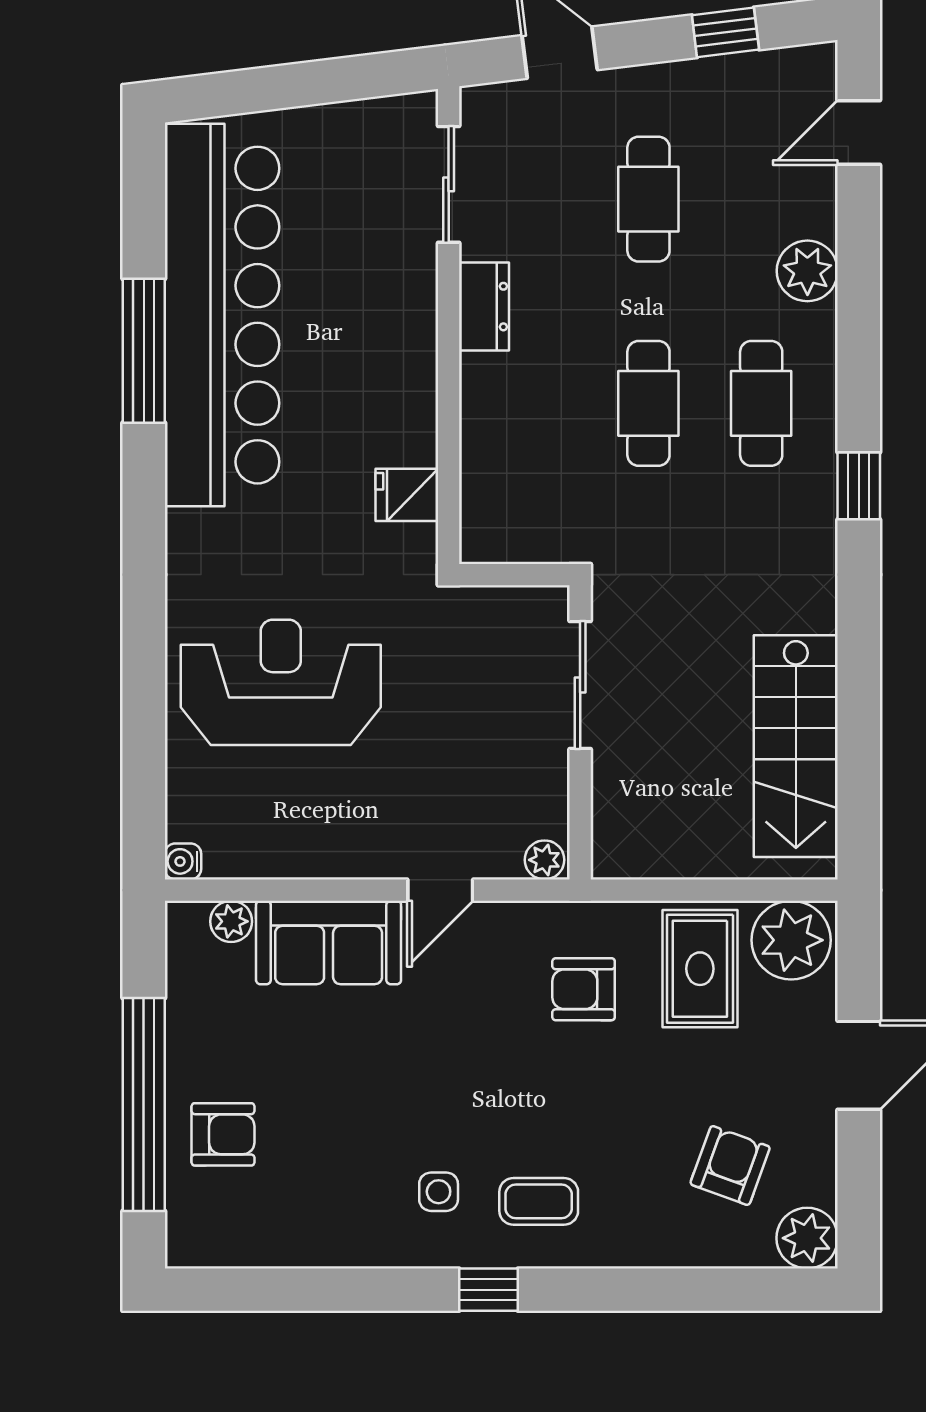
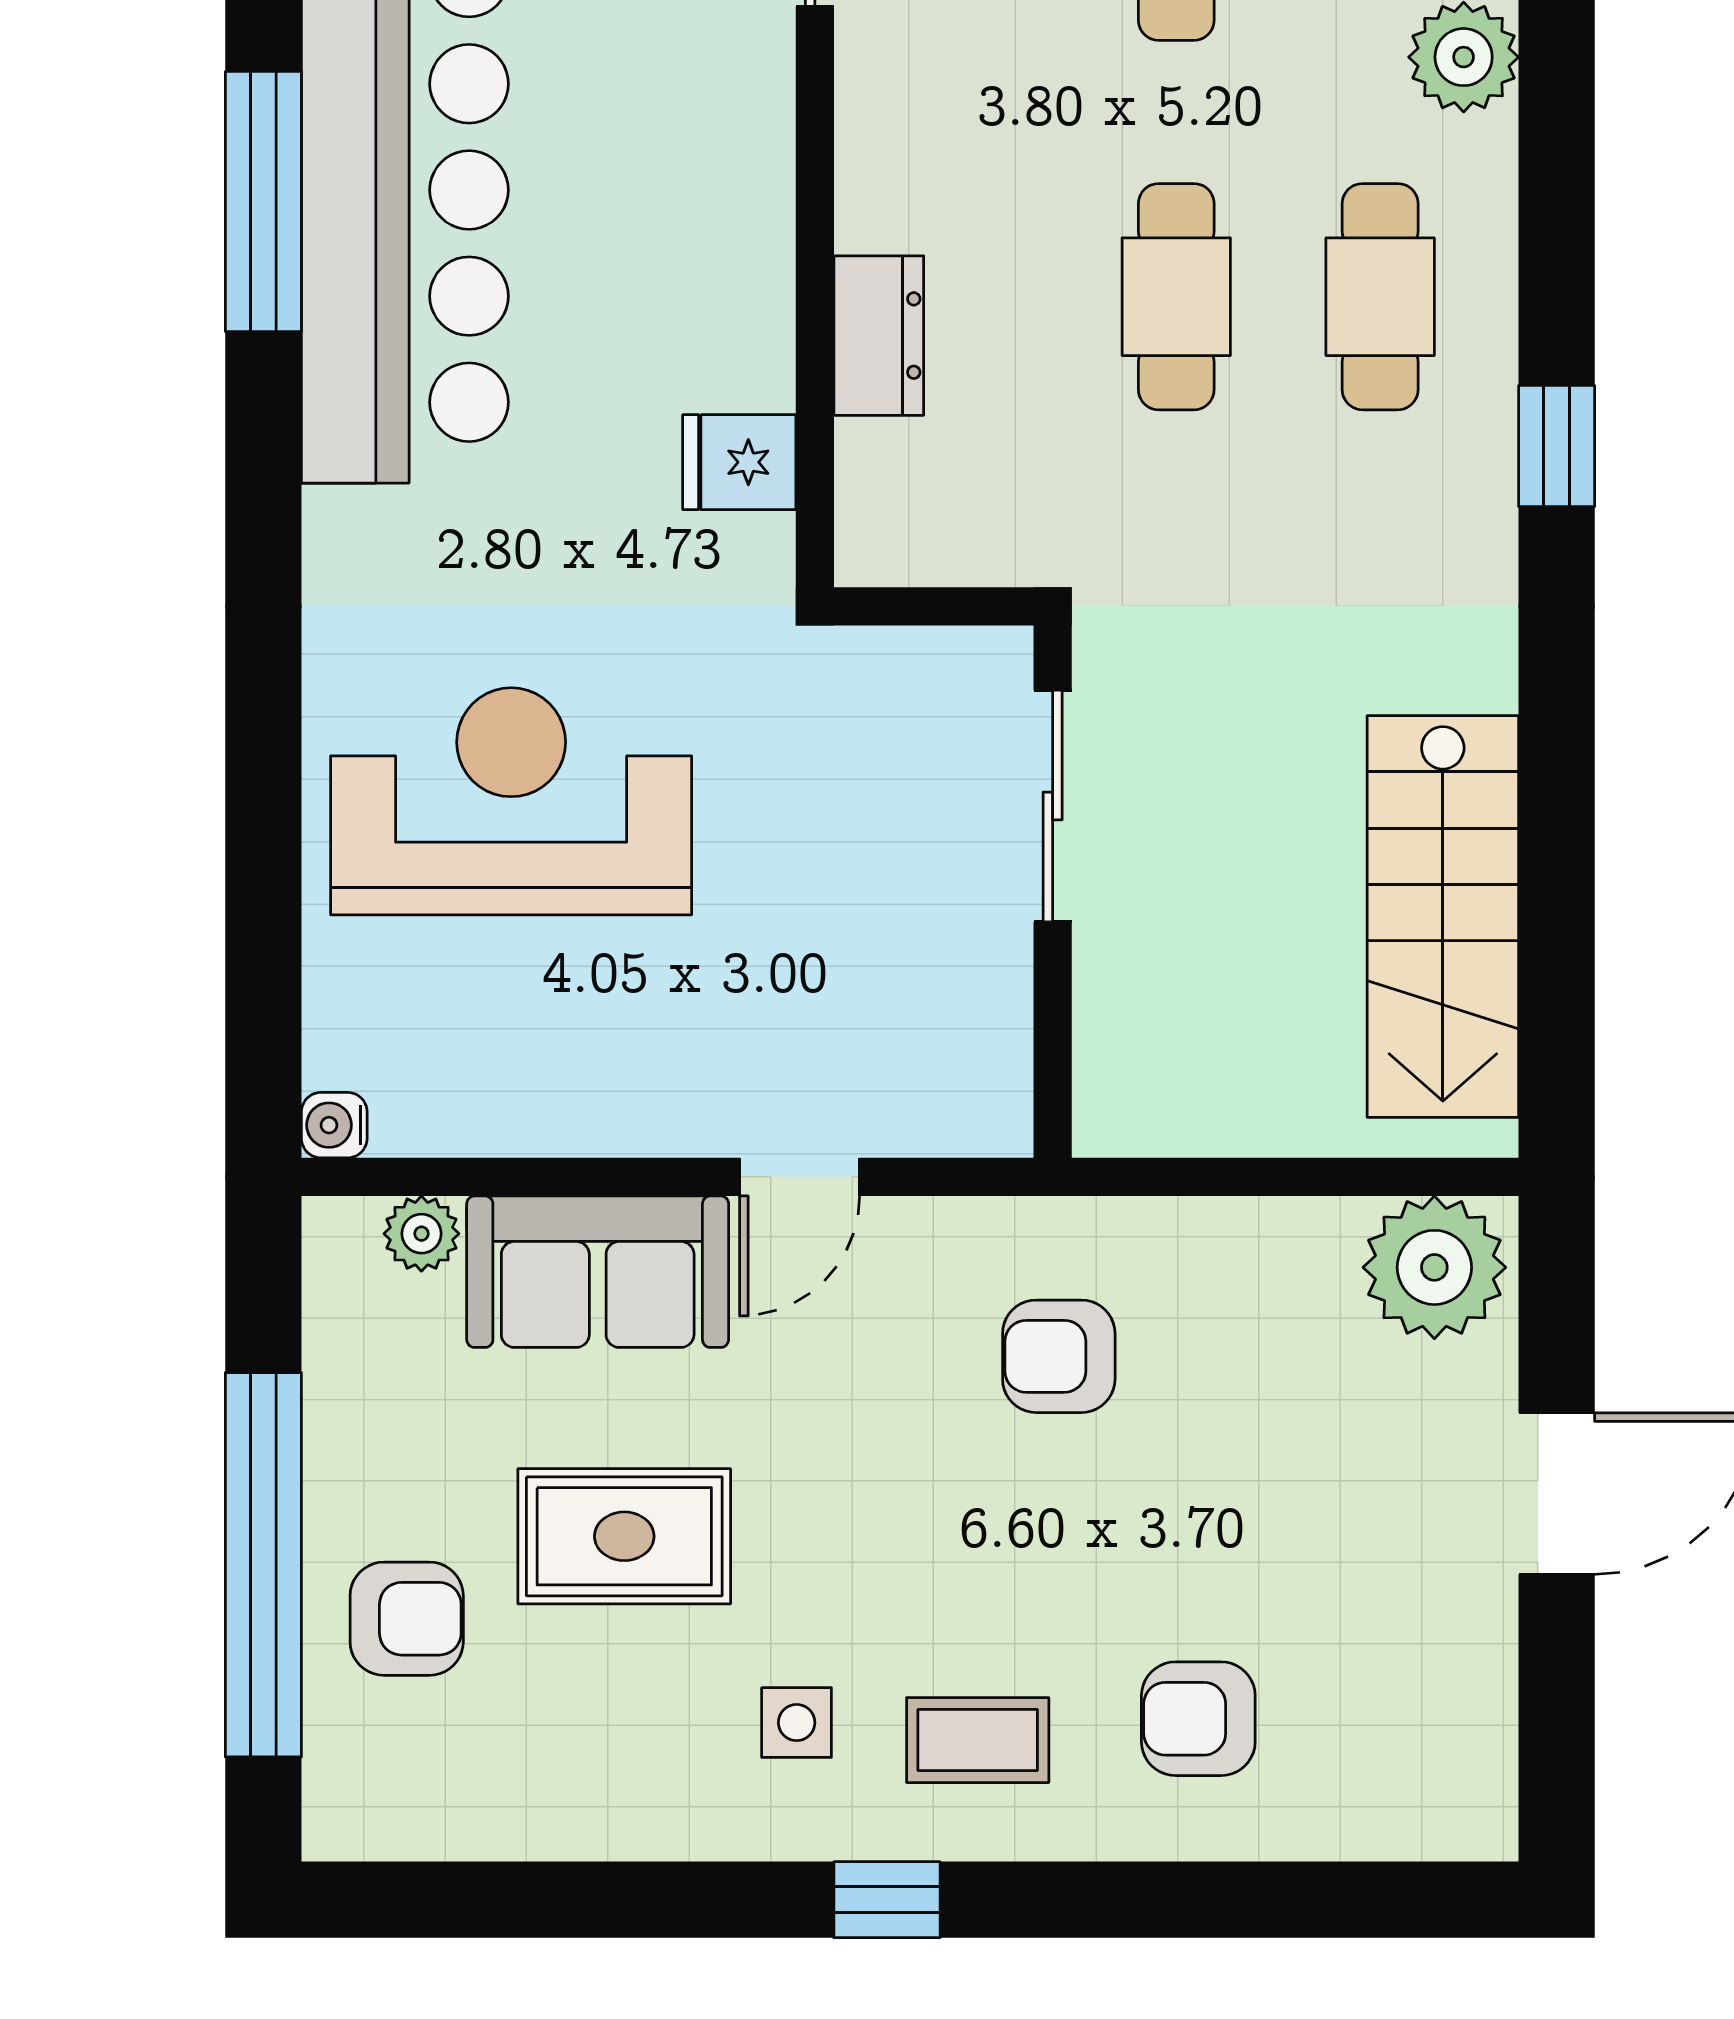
dresser: (484, 307) -> (879, 336), moved
plant: (545, 860) -> (988, 1122), removed
rug: (700, 969) -> (624, 1536), moved, turned 90
armchair: (730, 1165) -> (1198, 1719), moved, turned -110
plant: (807, 1238) -> (1463, 1806), removed

